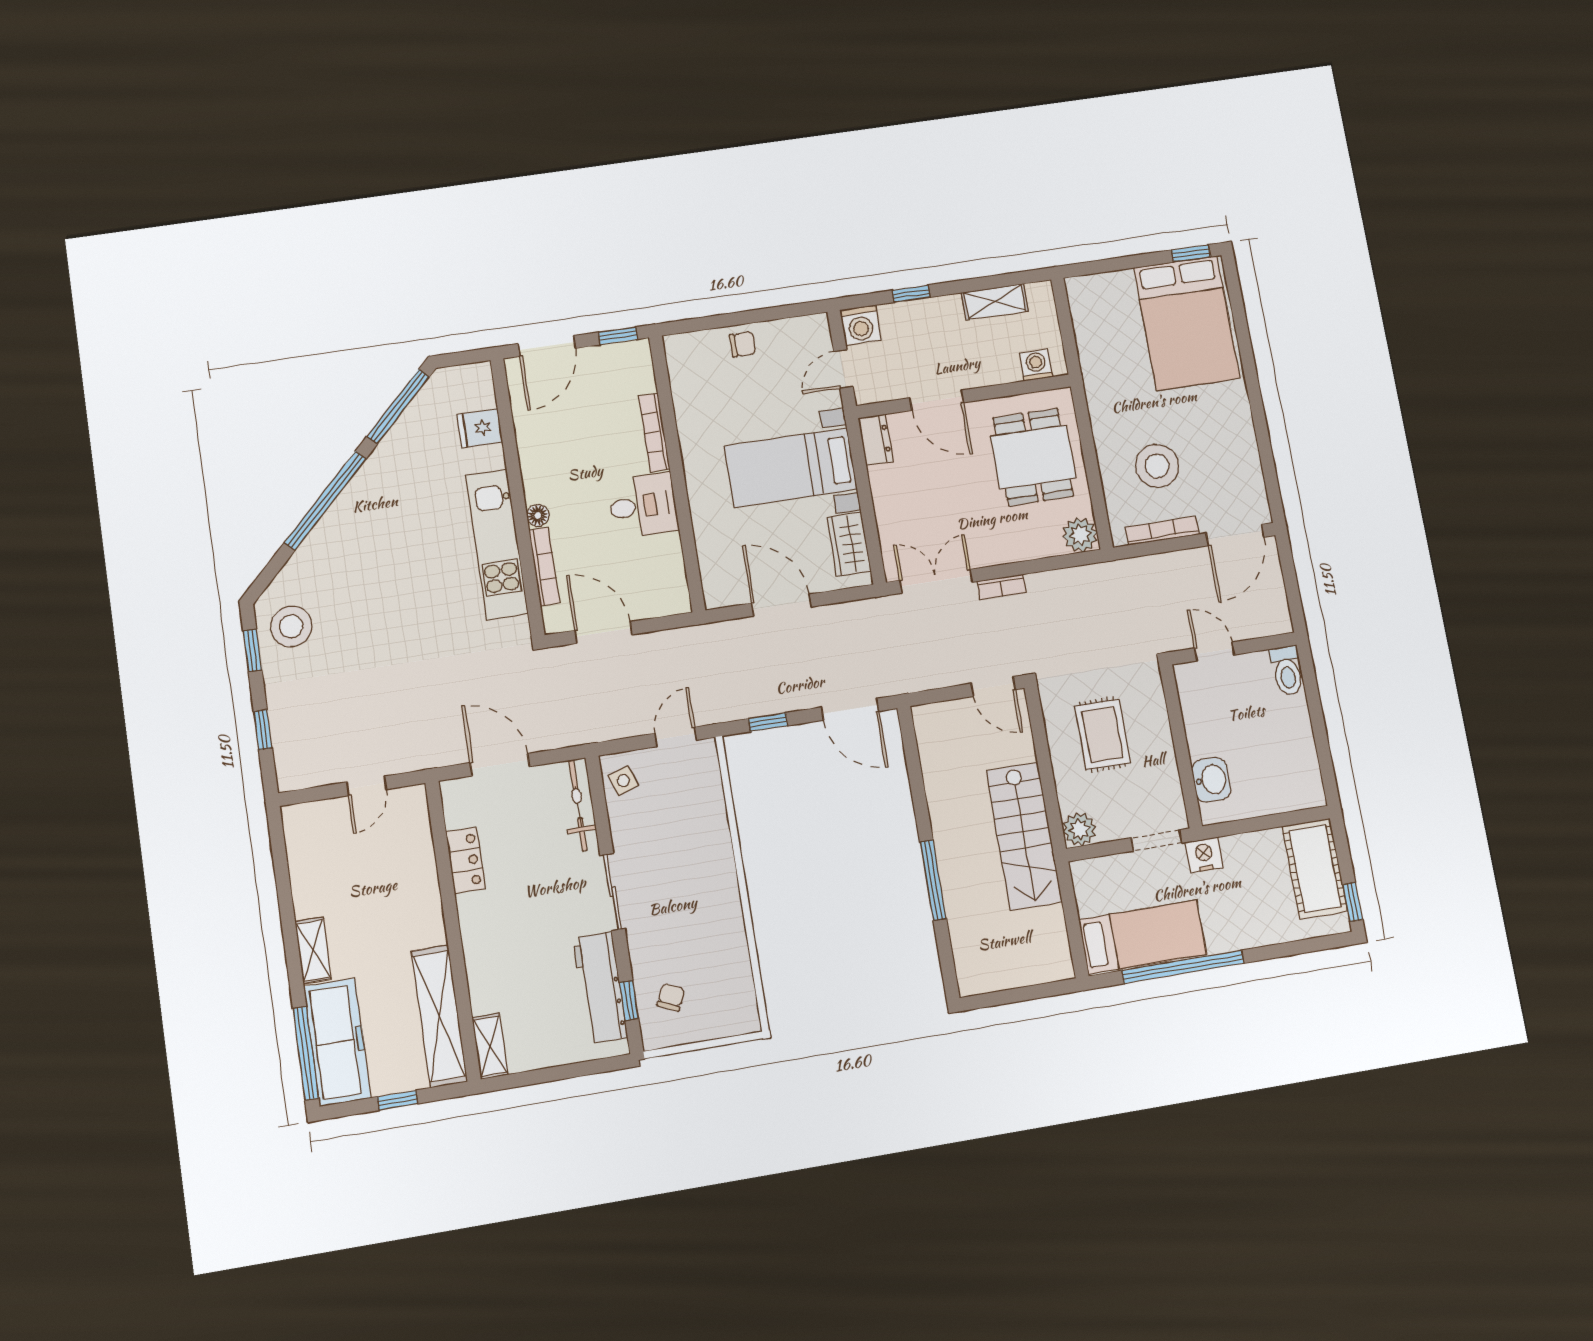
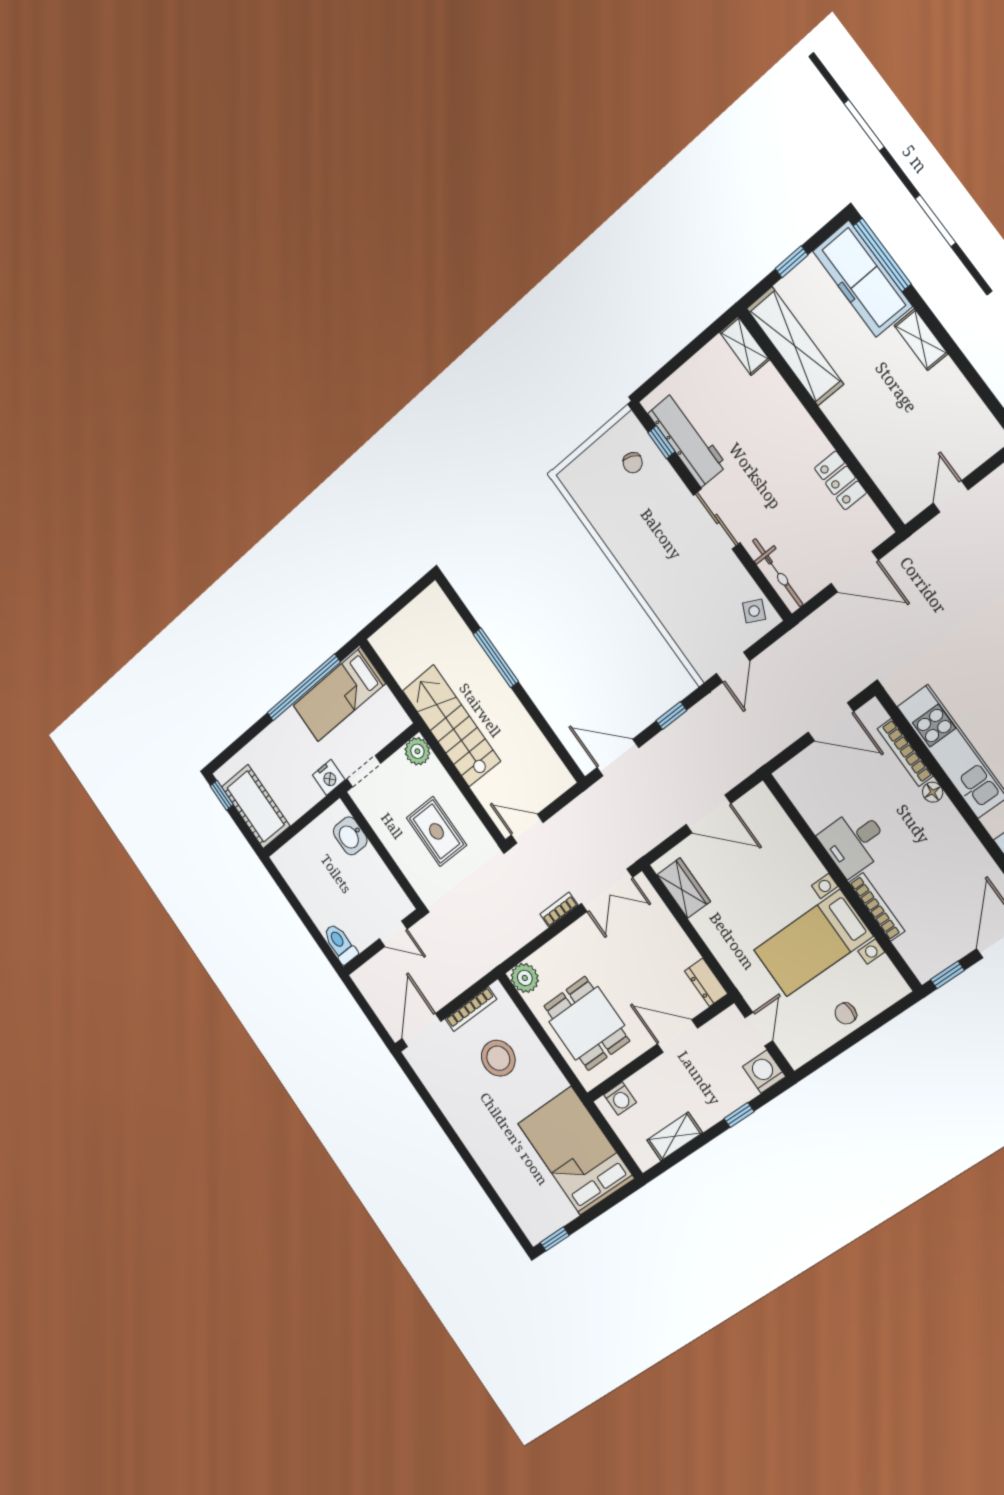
bed: (1187, 323) -> (576, 1151), moved
bed with nightstands: (791, 468) -> (813, 943), moved, turned 180
side table: (623, 781) -> (754, 611), turned 45

